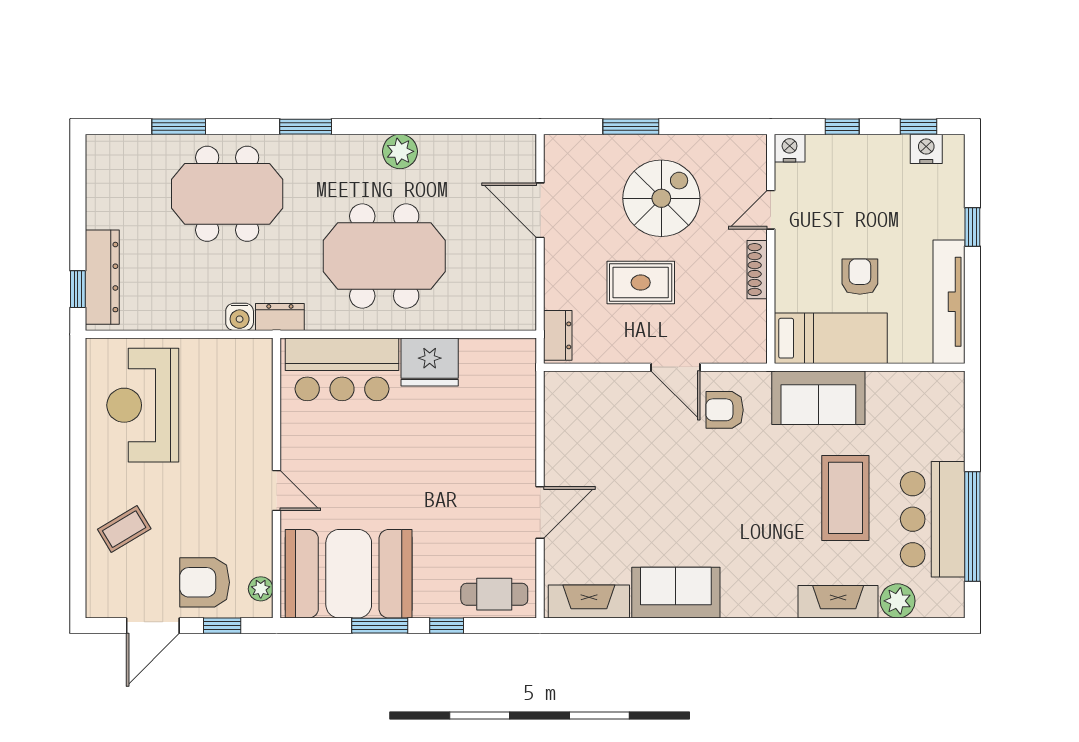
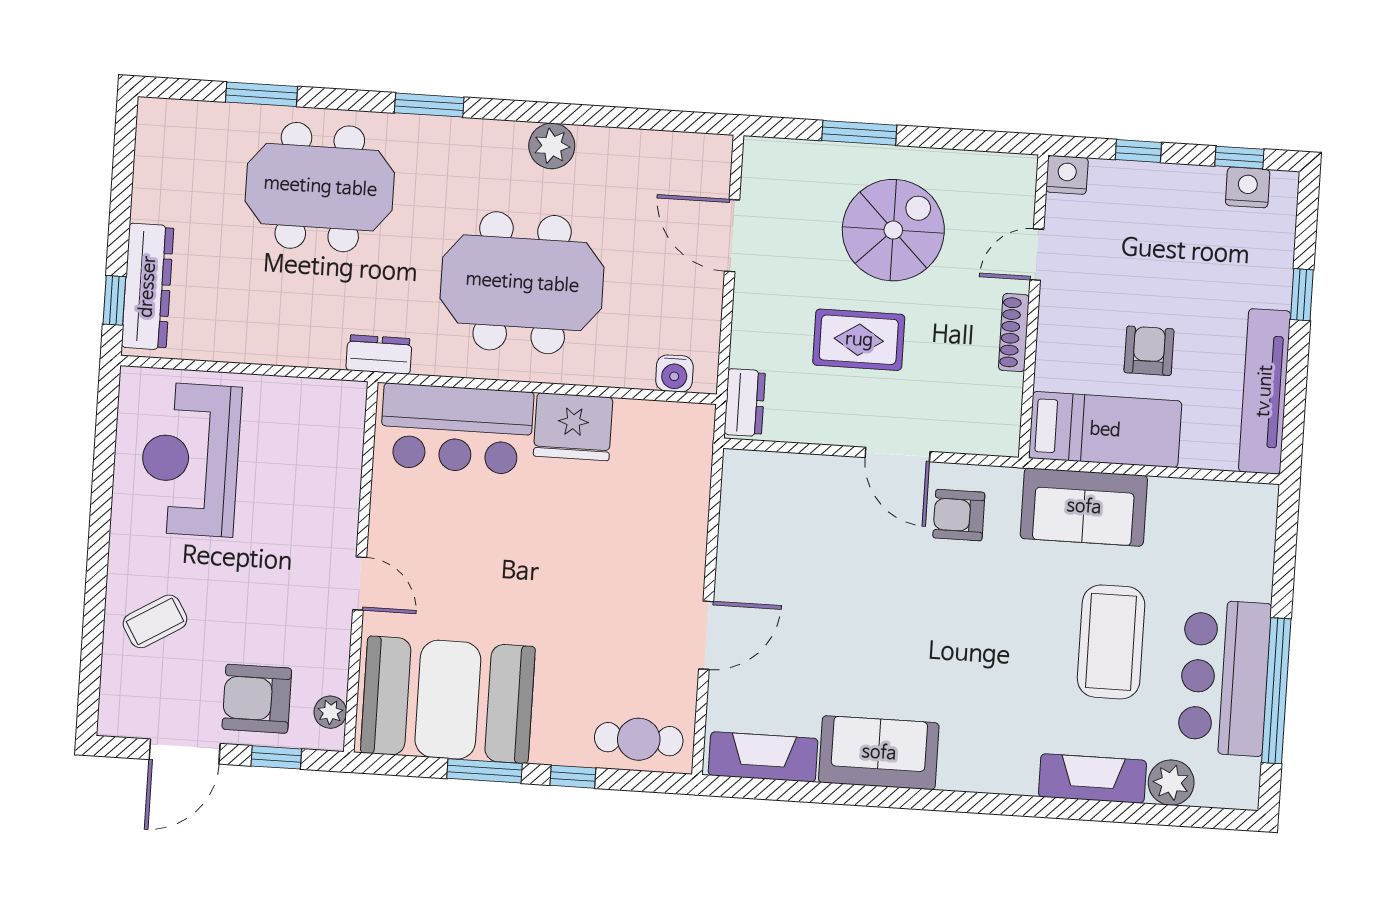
water cooler: (240, 317) -> (674, 373), moved

